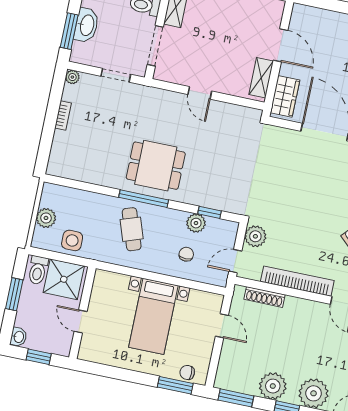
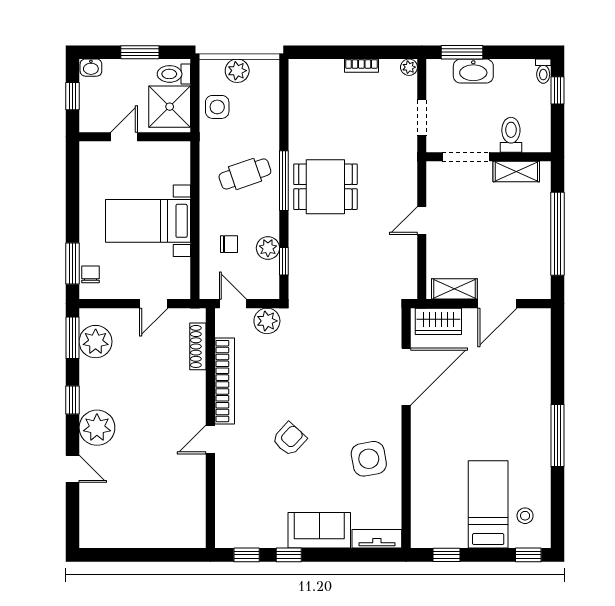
dining table: (156, 166) -> (325, 187), turned 90
plant: (273, 386) -> (96, 342), moved

